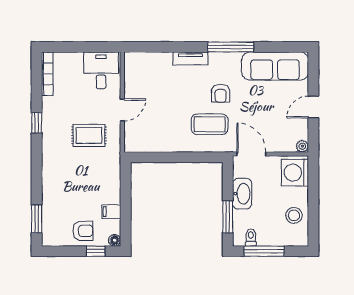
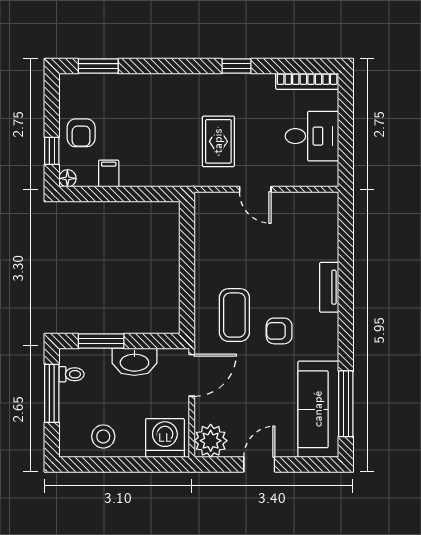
window: (231, 47) -> (346, 404), moved
desk: (101, 70) -> (312, 136), moved
door: (313, 107) -> (259, 464), hinge flipped
plant: (302, 146) -> (211, 441), width x1.88, depth x1.88

